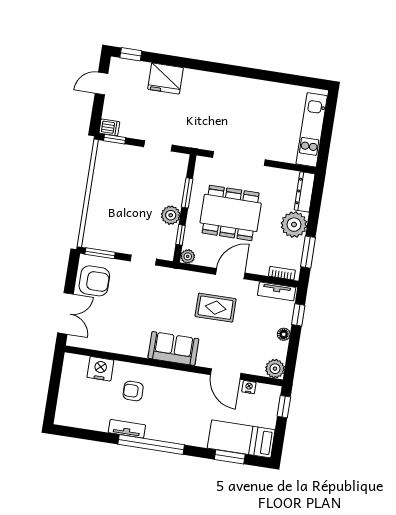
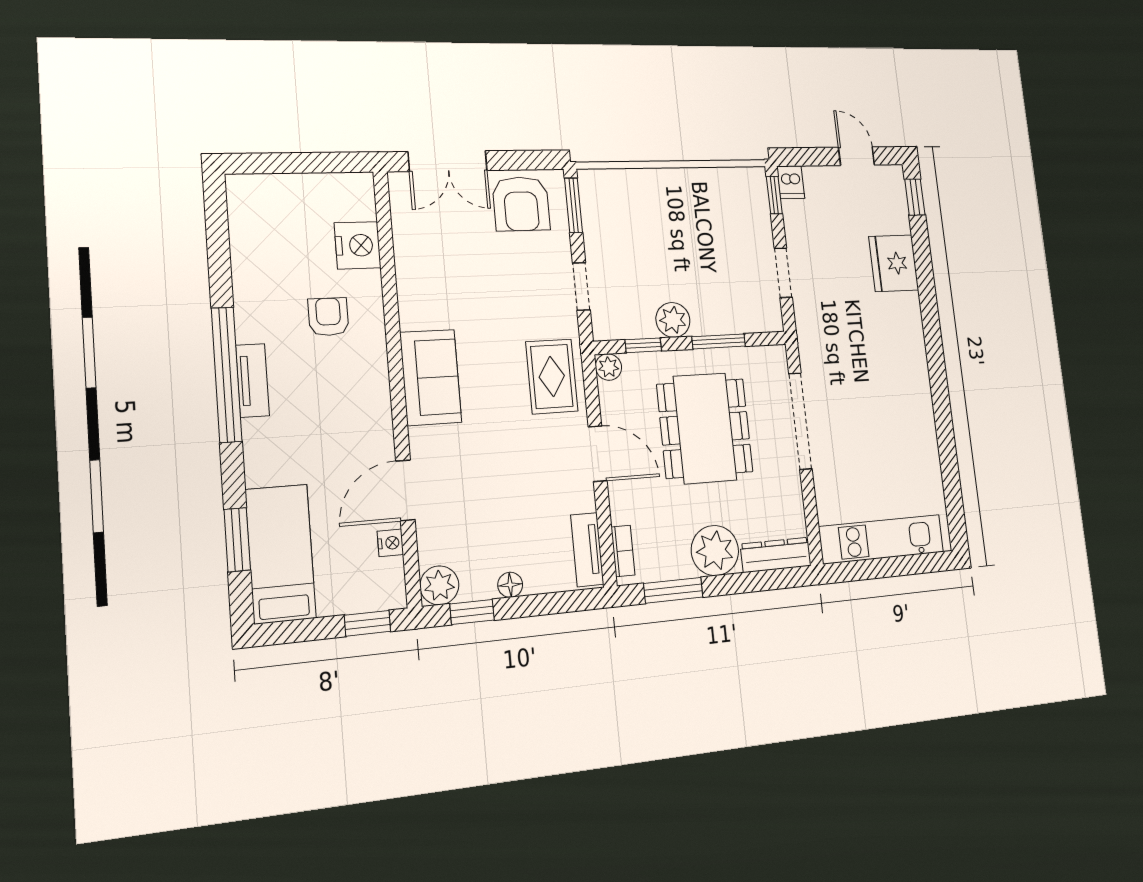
rug: (216, 308) -> (552, 376), moved
window: (298, 315) -> (472, 612), moved
tv unit: (127, 429) -> (252, 380), moved

